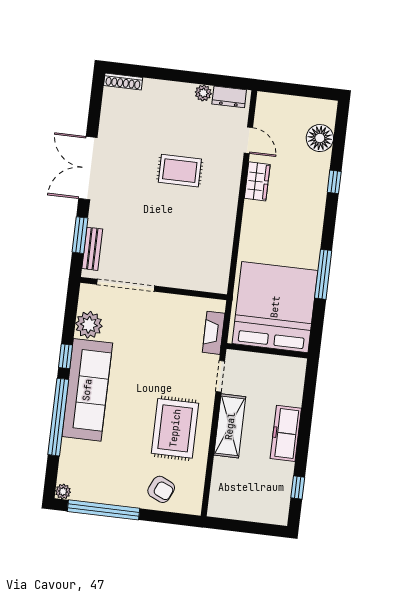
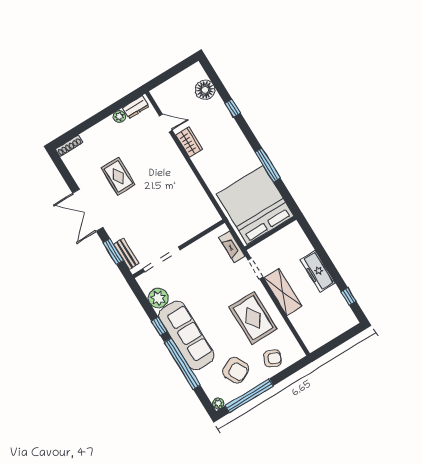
rug: (180, 171) -> (118, 176), moved, turned 90
armchair: (111, 470) -> (236, 370), added

